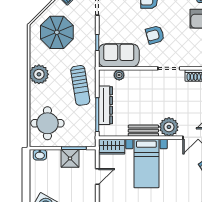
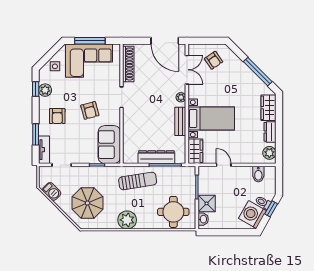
plant: (119, 75) -> (128, 144), removed
plant: (169, 127) -> (181, 97), width x0.53, depth x0.53
shower: (70, 158) -> (207, 203), moved

